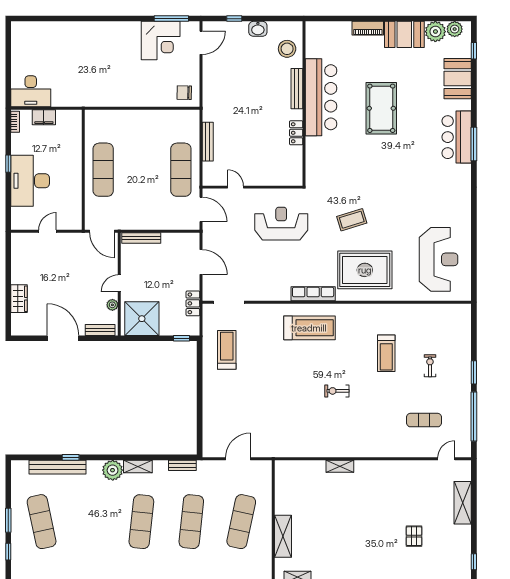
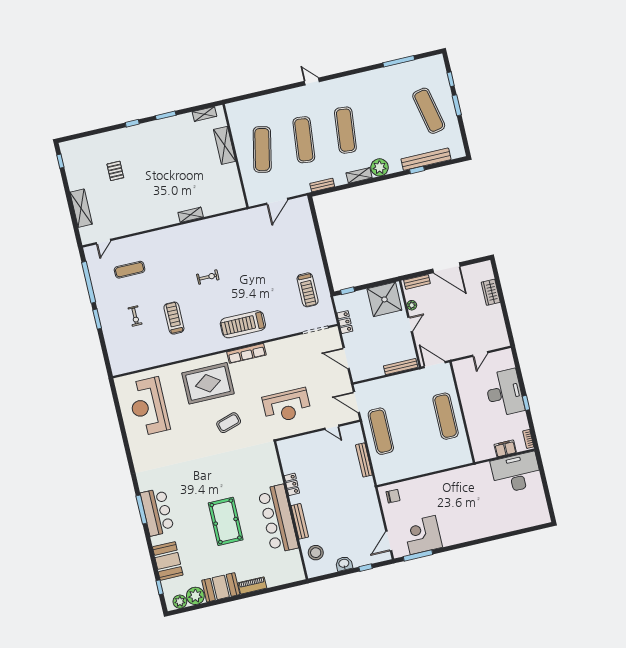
desk: (31, 91) -> (516, 473), width x1.36, depth x1.30

